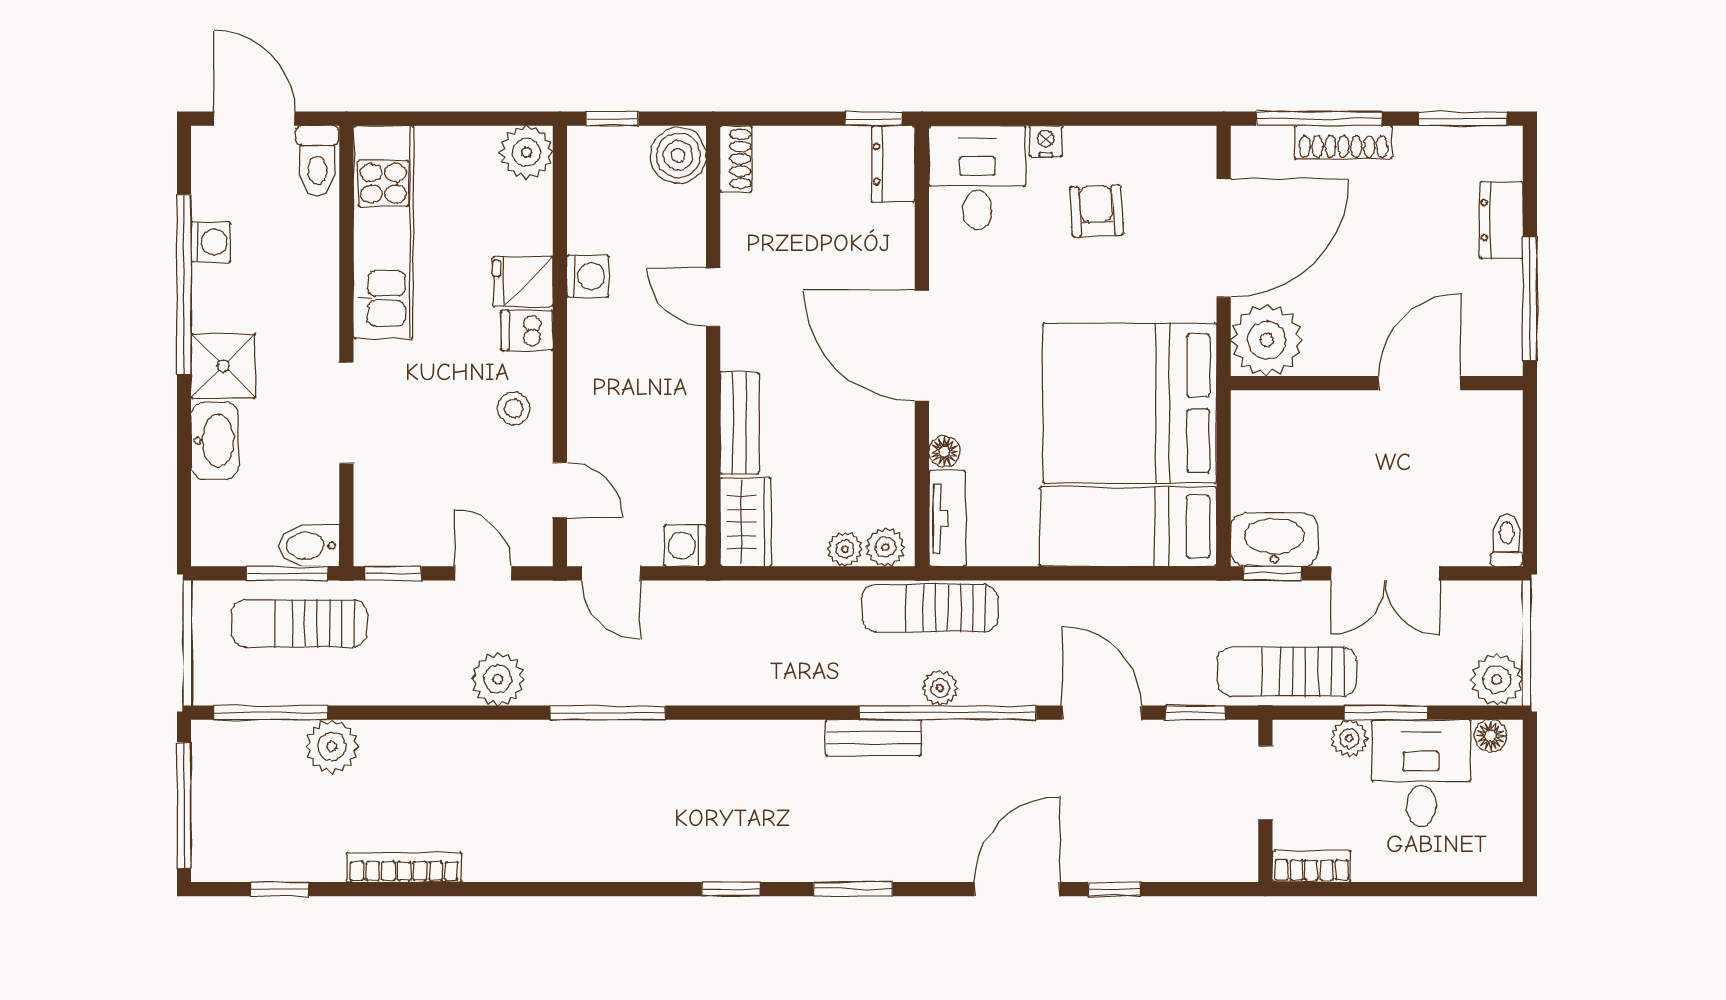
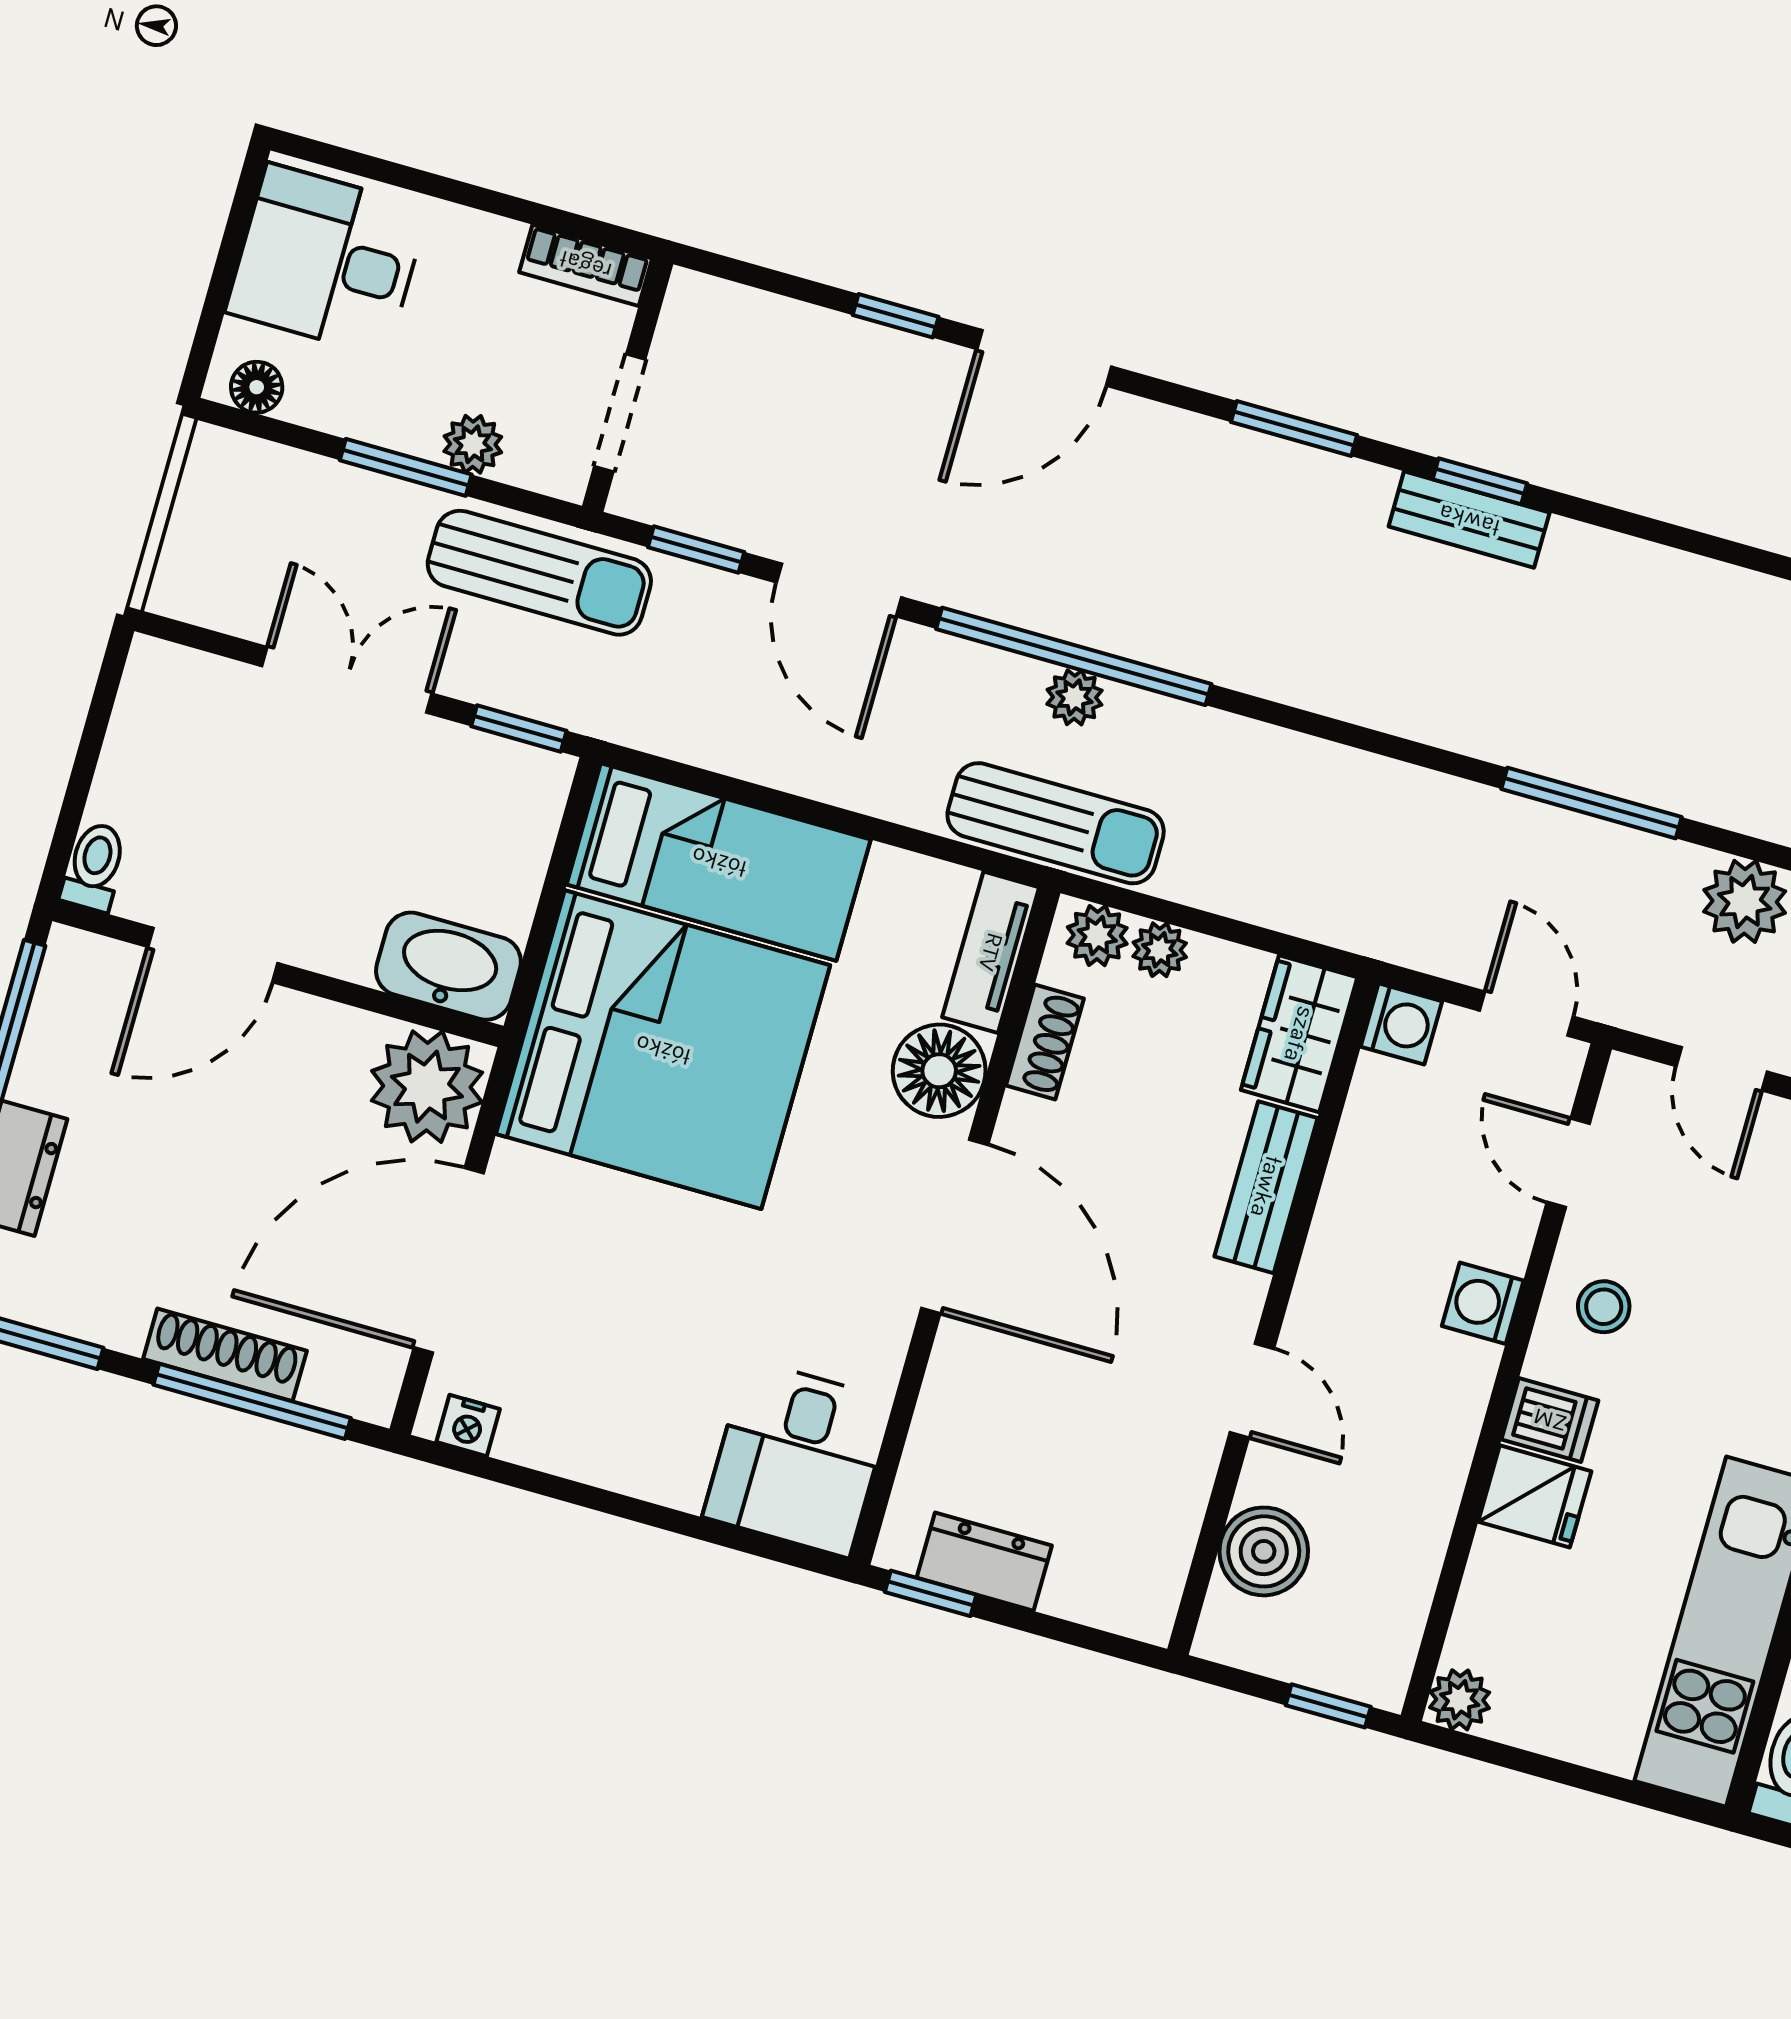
nightstand: (1046, 141) -> (468, 1425), moved
plant: (526, 152) -> (1460, 1700), width x0.73, depth x0.73
boiler: (678, 155) -> (1264, 1551), moved
shoe rack: (736, 159) -> (1045, 1042), moved, turned 180
dresser: (893, 164) -> (984, 1562), moved, turned -90
armchair: (1097, 211) -> (631, 1356), removed
washing machine: (588, 276) -> (1483, 1303), moved
floor lamp: (944, 451) -> (939, 1071), width x1.89, depth x1.89
washbasin: (1274, 540) -> (448, 966), moved, turned 180
toilet: (1507, 540) -> (94, 867), moved, turned 180
plant: (1497, 679) -> (223, 470), removed
bench: (873, 738) -> (1469, 520), moved
desk: (1421, 773) -> (327, 260), moved, turned 90

